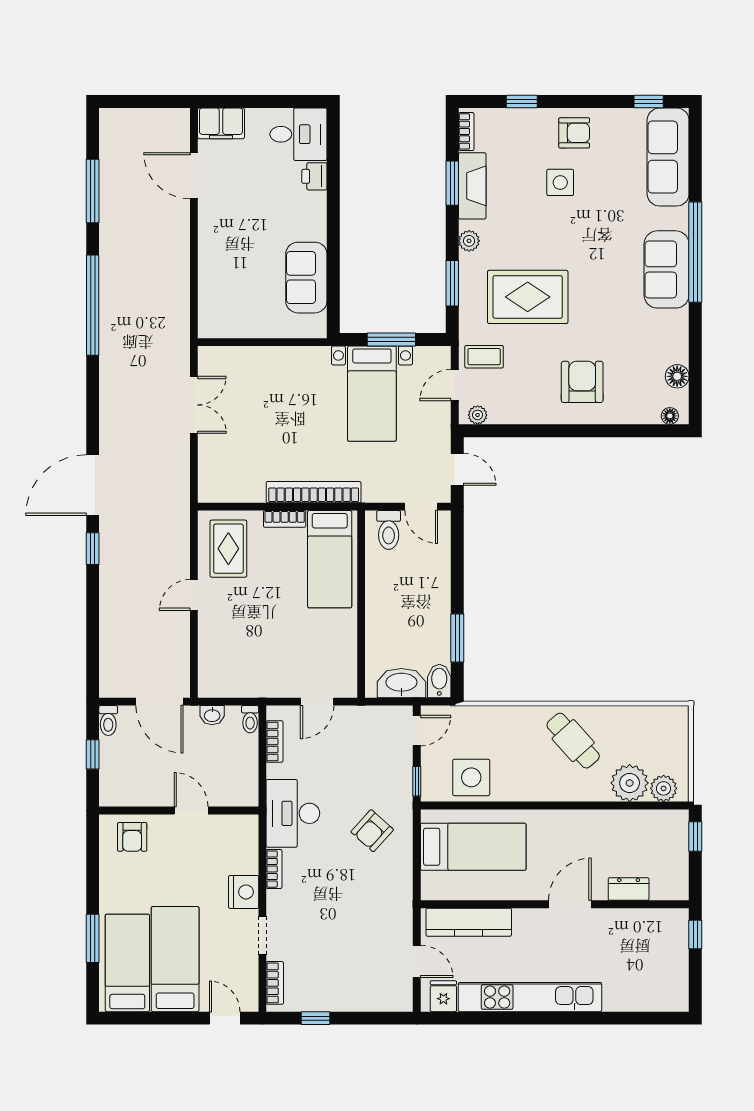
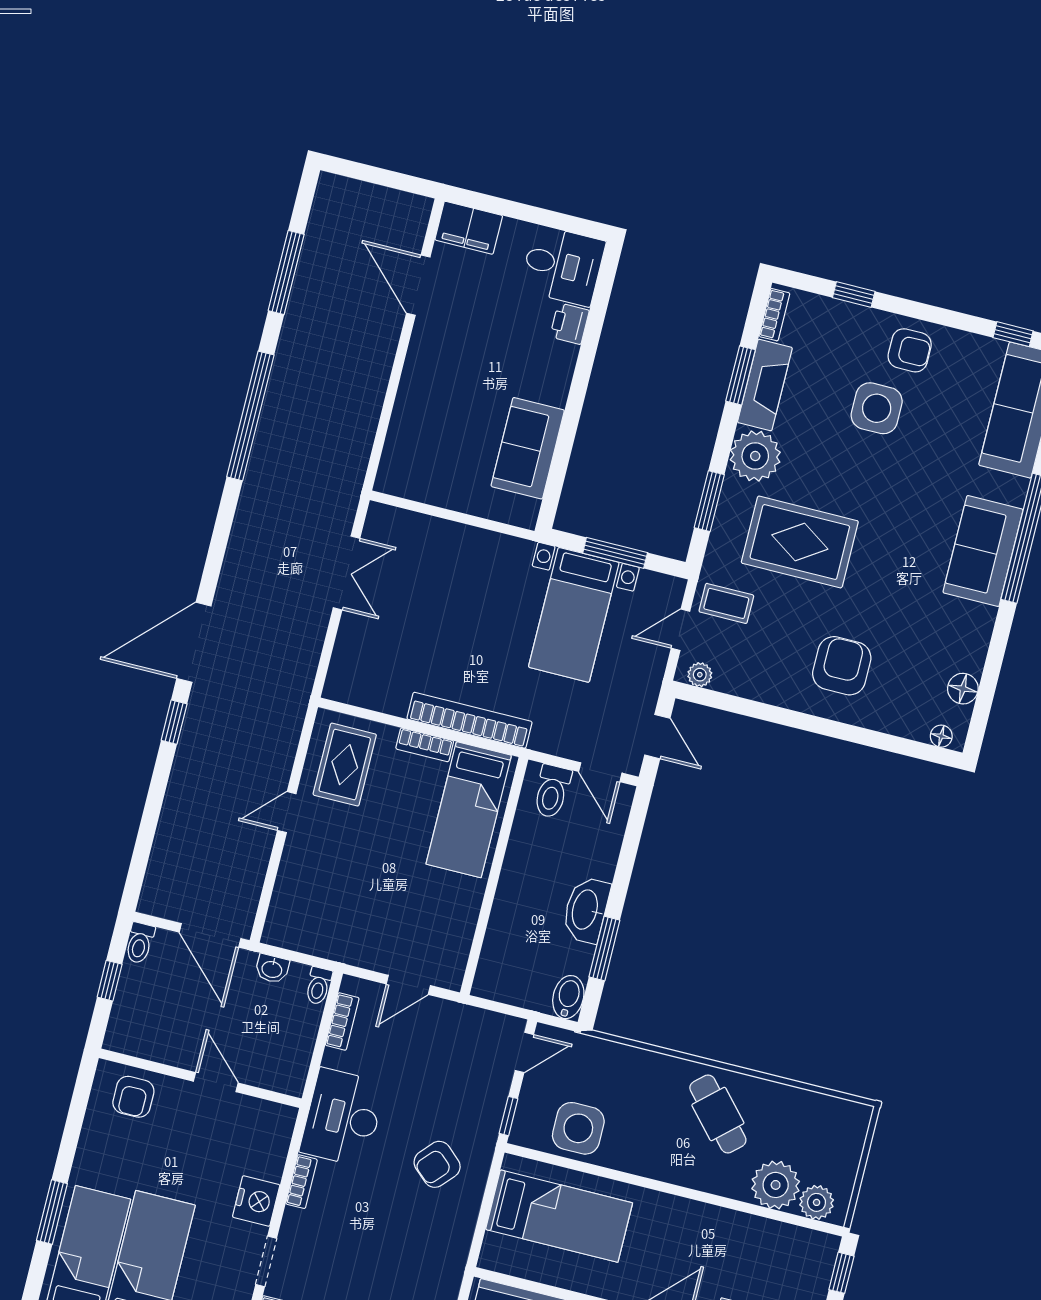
side table: (560, 182) -> (877, 408), width x1.37, depth x1.37
plant: (469, 241) -> (755, 456), width x1.88, depth x1.88
washbasin: (401, 683) -> (586, 910), moved, turned -90

